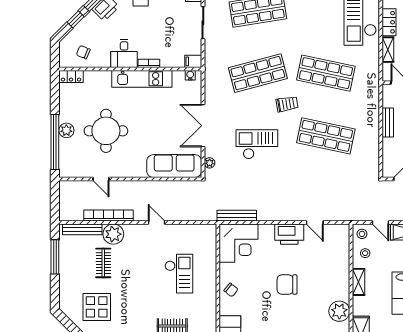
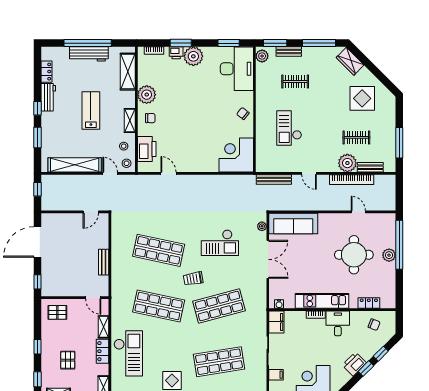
filing cabinet: (193, 61) -> (276, 322), width x2.00
locker: (71, 76) -> (369, 303), moved
bench: (237, 216) -> (274, 179), moved
bench: (82, 229) -> (370, 167), width x0.73
printer: (289, 234) -> (147, 149), moved, turned 90
clothes rail: (103, 263) -> (356, 137), turned 90
chair: (287, 285) -> (150, 118), moved, width x0.54, depth x0.54

